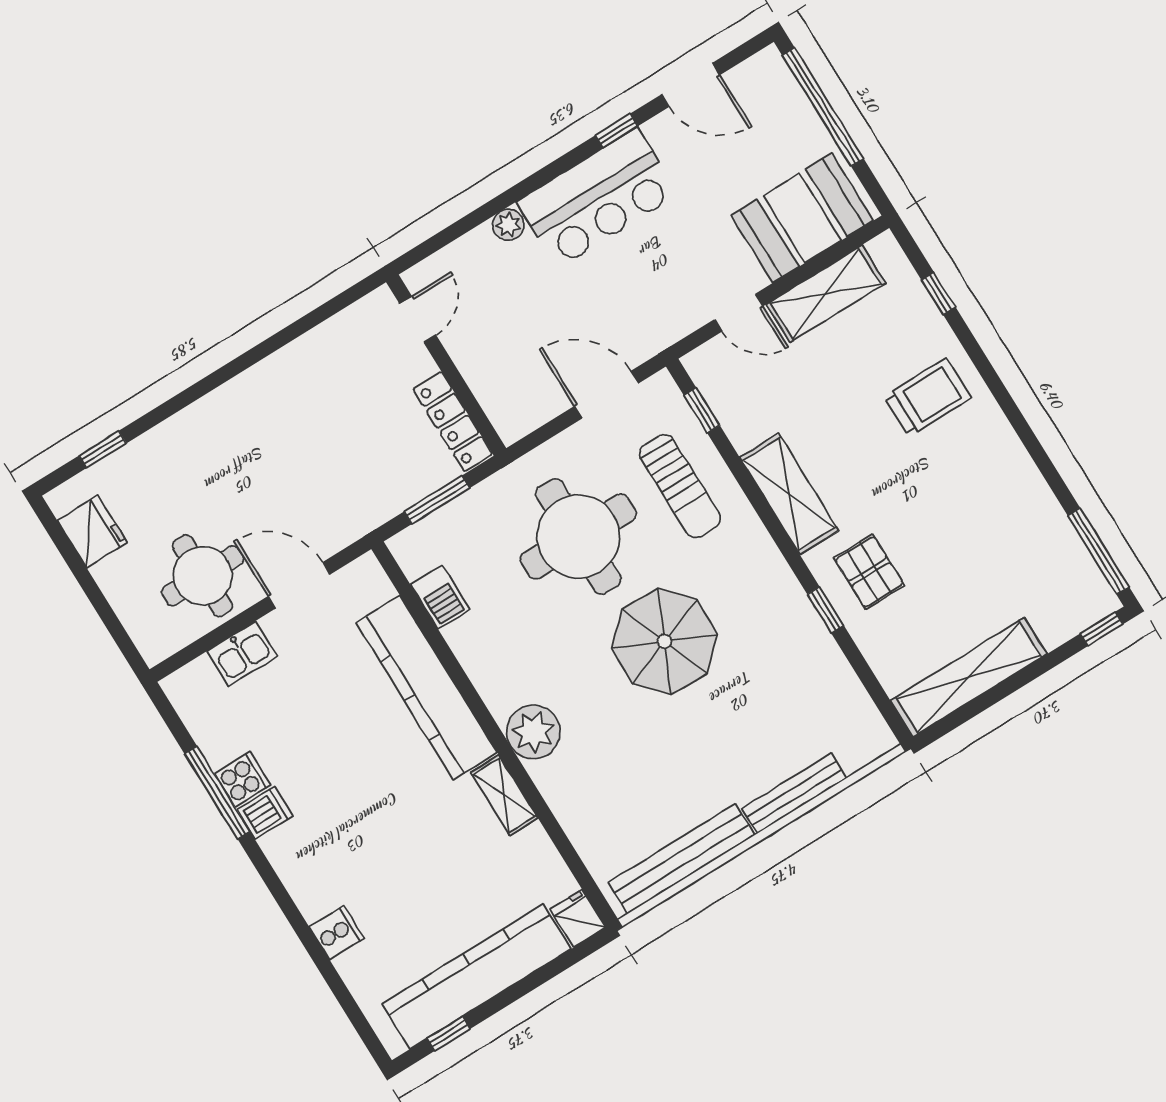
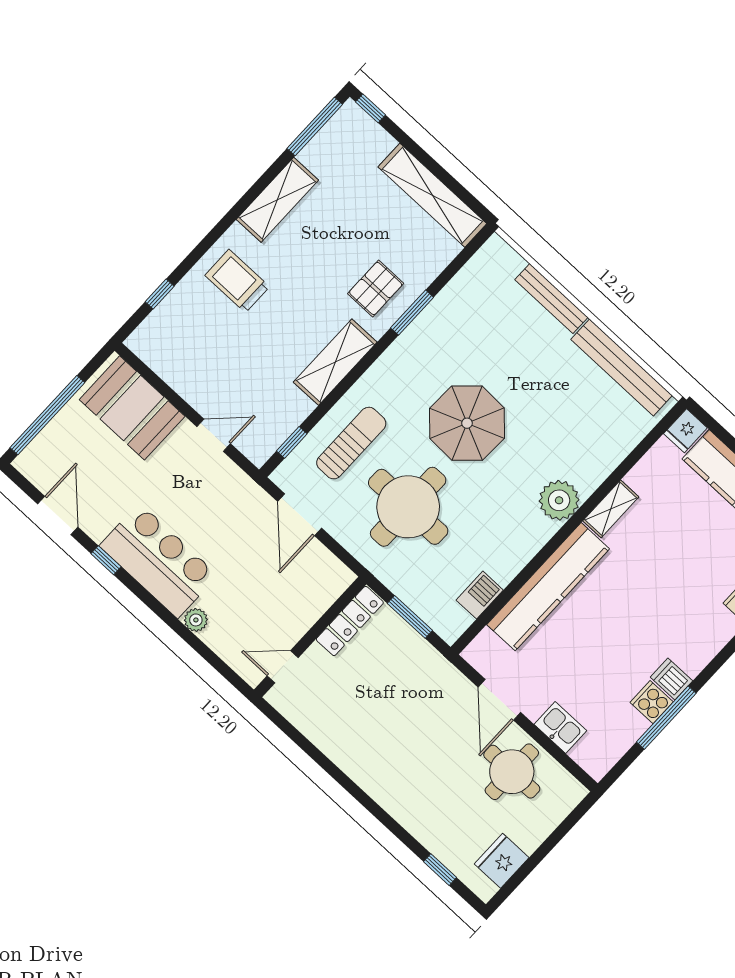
shelving: (826, 294) -> (277, 200), moved, turned 90
door: (739, 313) -> (214, 435), hinge flipped
window: (826, 610) -> (412, 313), width x1.50

